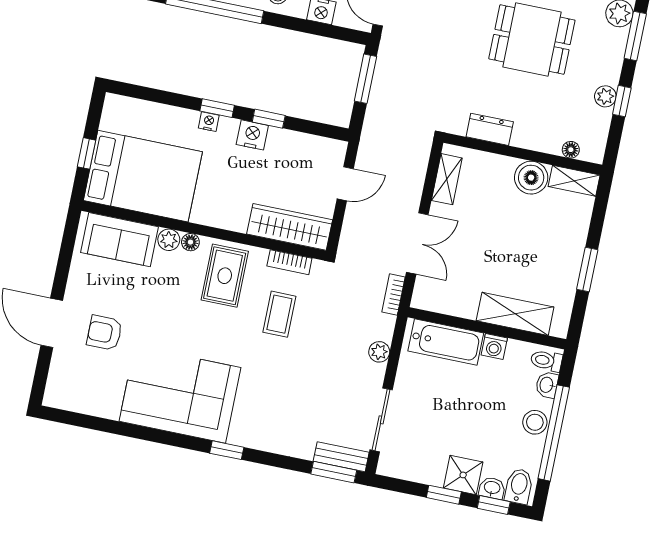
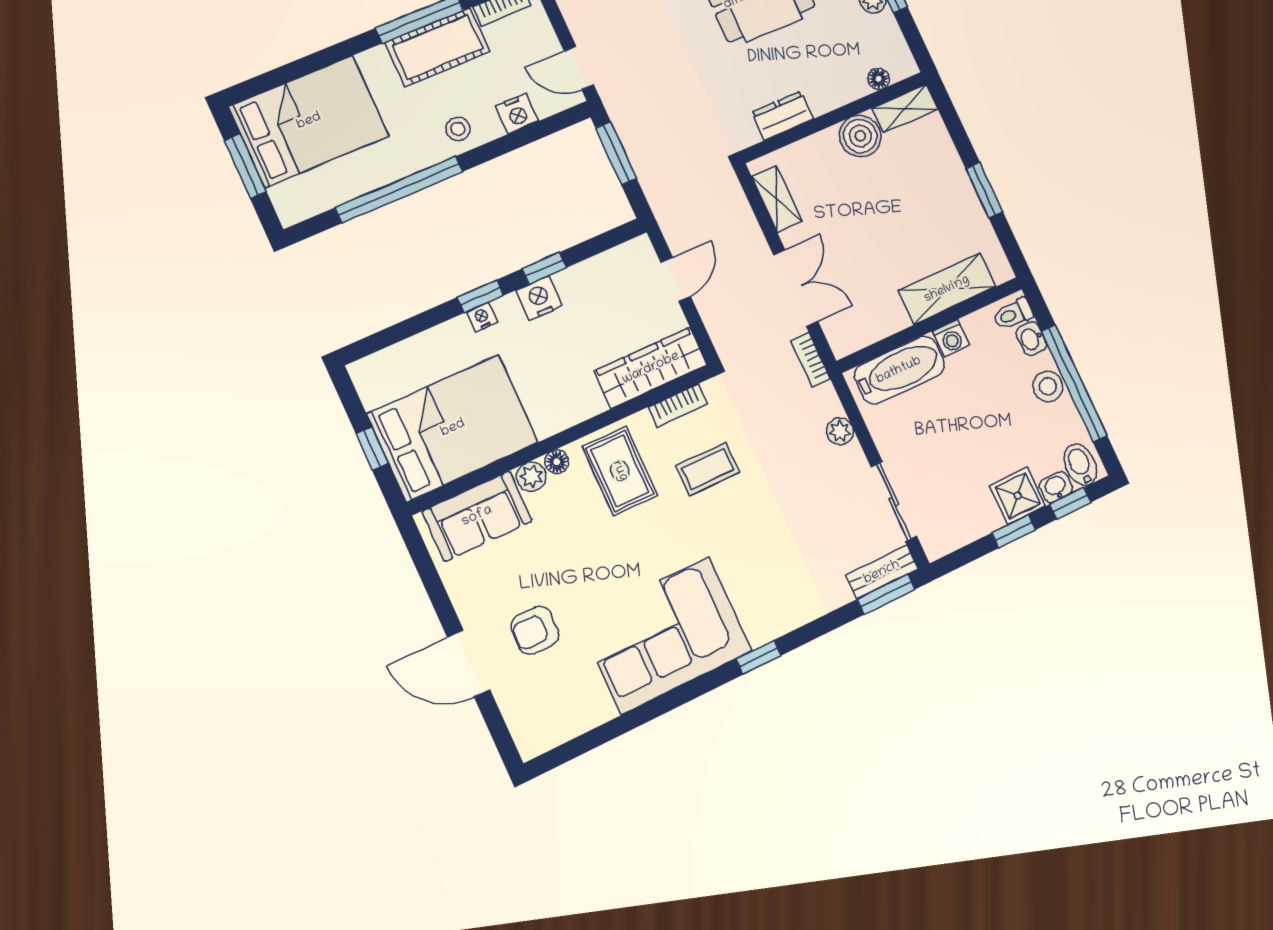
coffee table: (279, 314) -> (708, 469), turned 90

